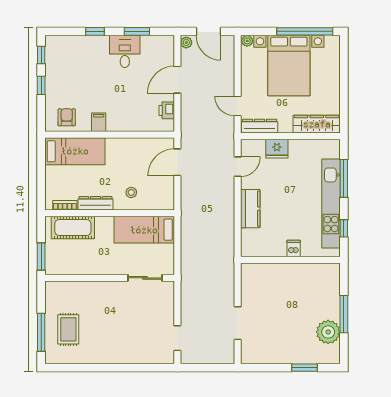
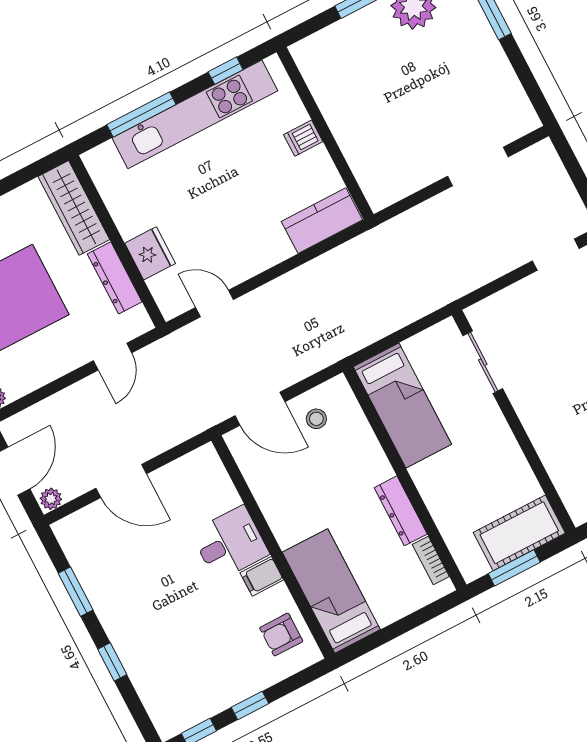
desk: (125, 51) -> (230, 543), moved, turned 180
printer: (167, 110) -> (182, 472), removed
dresser: (260, 126) -> (115, 278), moved
stool: (131, 192) -> (316, 419), moved
kitchen counter: (250, 209) -> (322, 221), moved
cot: (73, 227) -> (519, 533), moved, turned 90
window: (41, 257) -> (514, 568), moved

